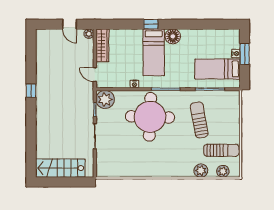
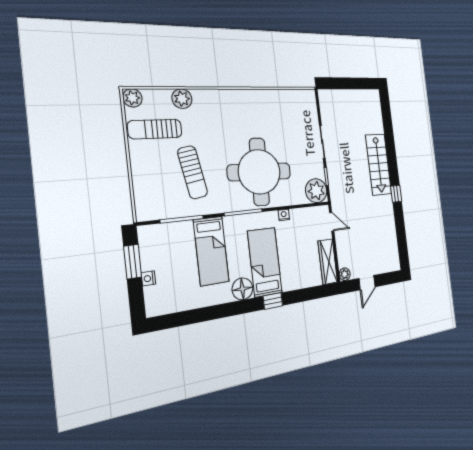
door: (70, 24) -> (367, 283), swing flipped
window: (245, 54) -> (133, 262), moved
bed: (217, 69) -> (211, 251), moved, turned 90
stairs: (60, 168) -> (379, 165), moved, turned 90
plant: (223, 171) -> (132, 98), moved

